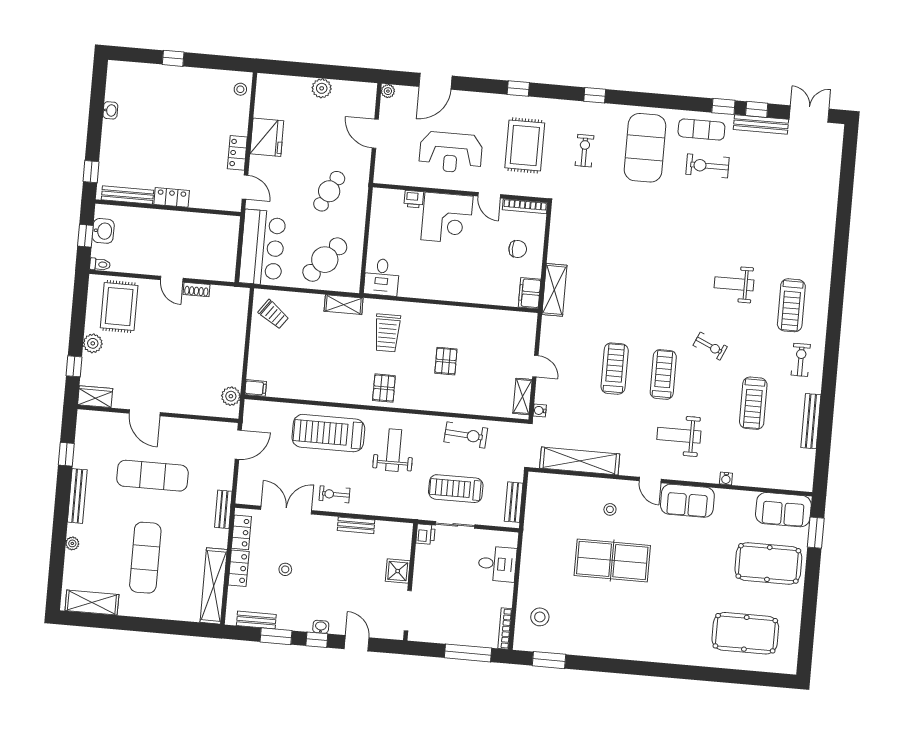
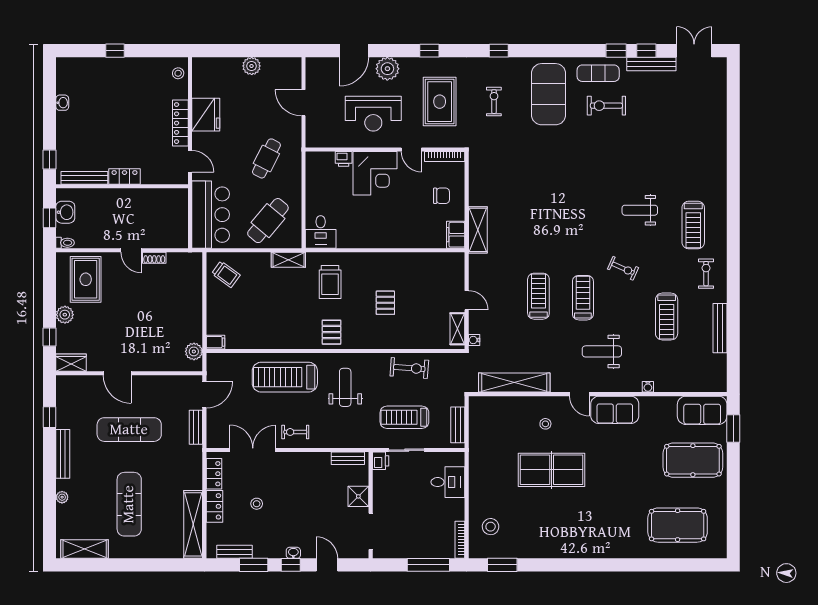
plant: (388, 91) -> (387, 69), moved, width x1.87, depth x1.87
locker: (237, 153) -> (180, 123), width x1.53
bench: (223, 509) -> (196, 427), moved
bench: (356, 525) -> (348, 458), moved

